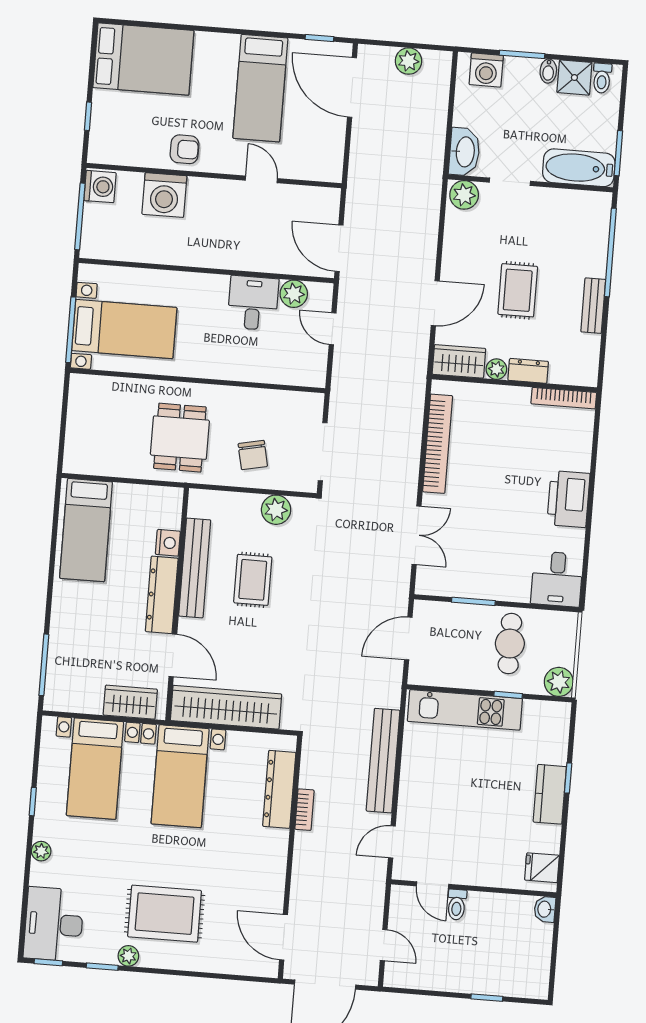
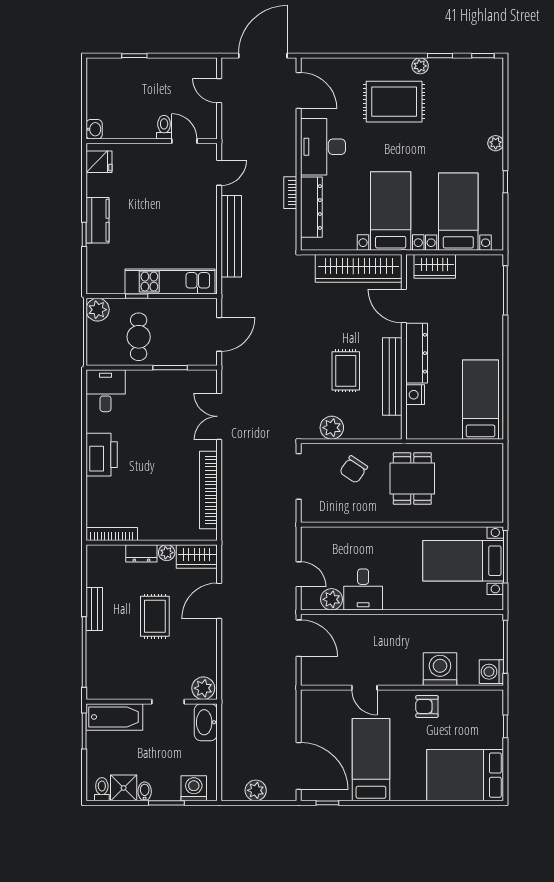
chair: (253, 455) -> (354, 469), turned -134
desk: (54, 924) -> (323, 147), moved, turned 180

